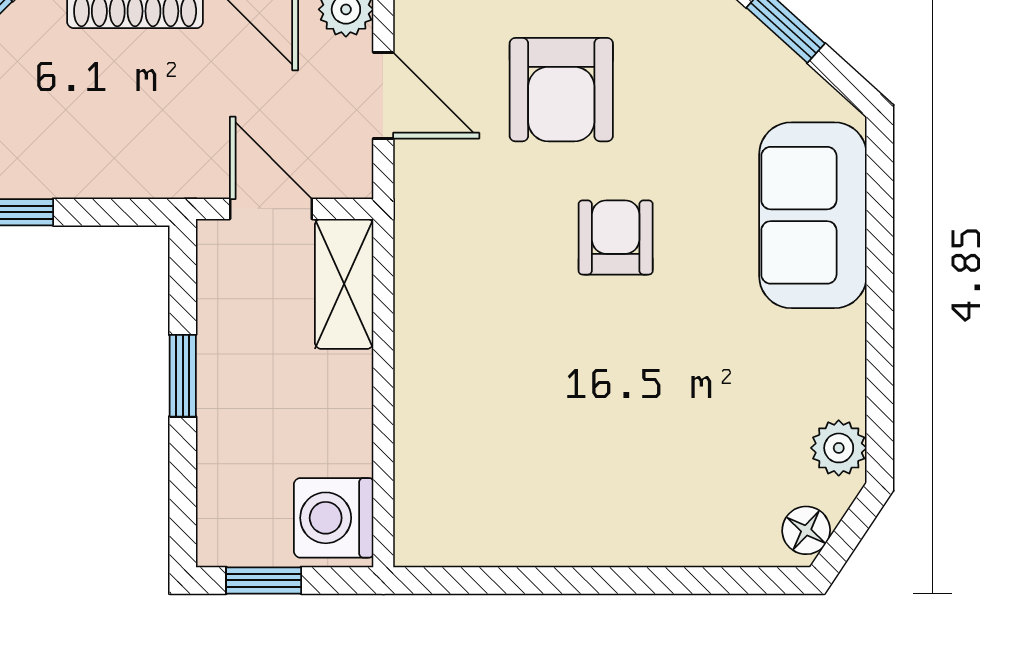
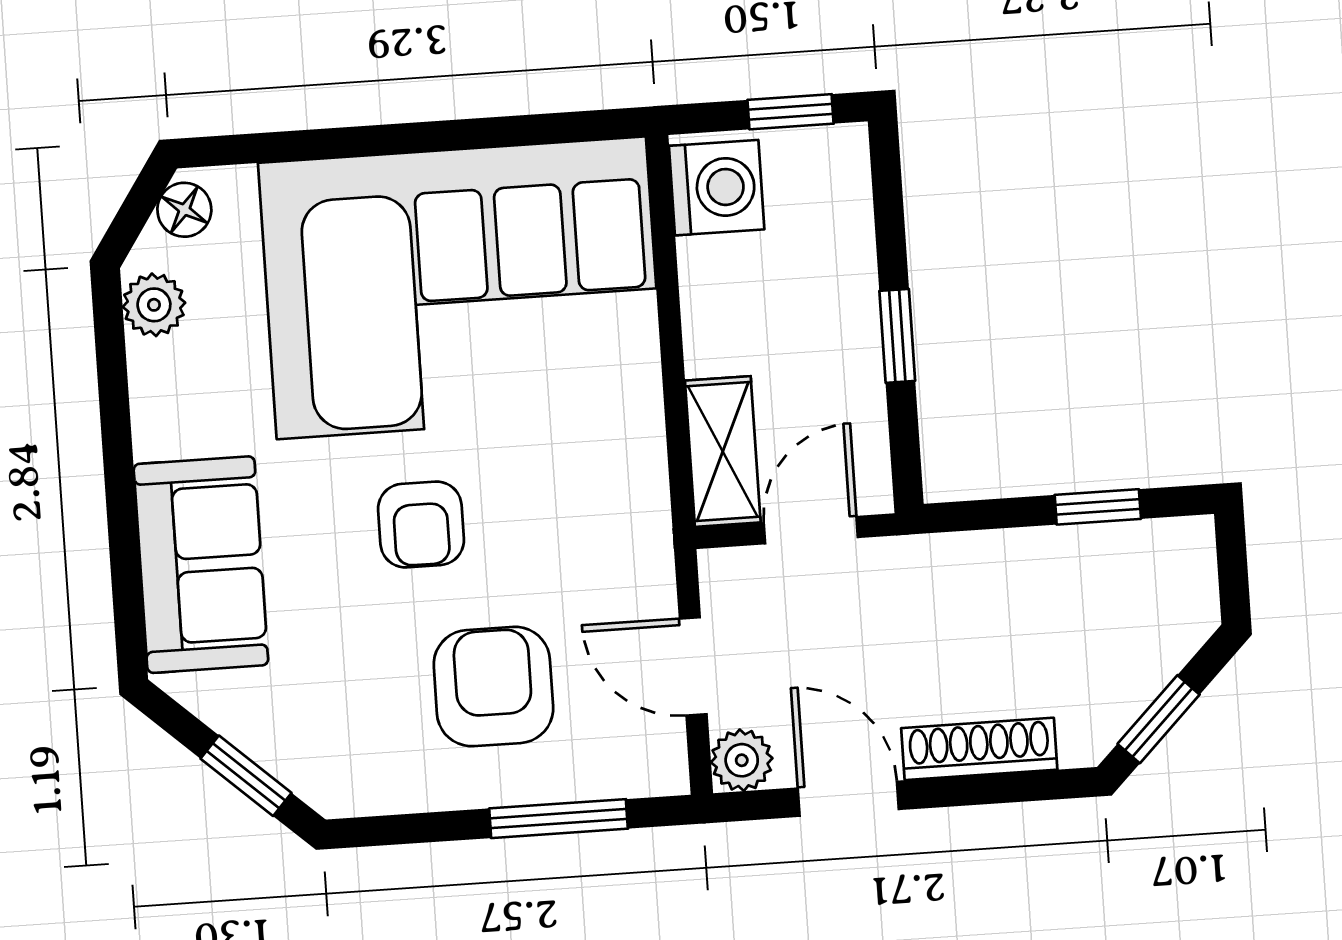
door: (271, 209) -> (811, 530), swing flipped
corner sofa: (566, 444) -> (461, 288), added

